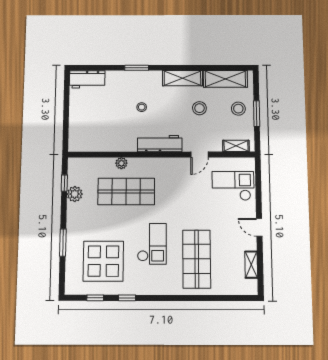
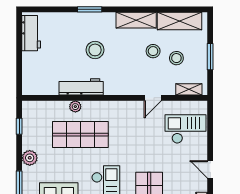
workbench: (87, 79) -> (31, 33), moved, turned -90
stool: (142, 107) -> (95, 50), width x1.89, depth x1.89
stool: (238, 109) -> (176, 58), moved
workbench: (160, 144) -> (81, 87), moved
plant: (75, 194) -> (30, 158), moved

